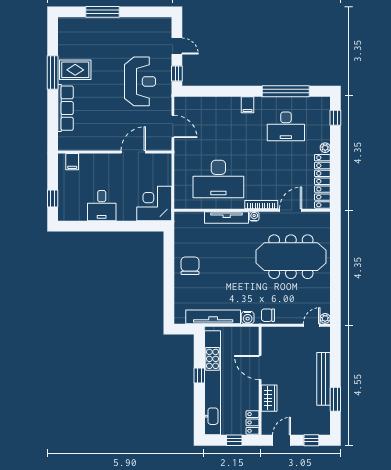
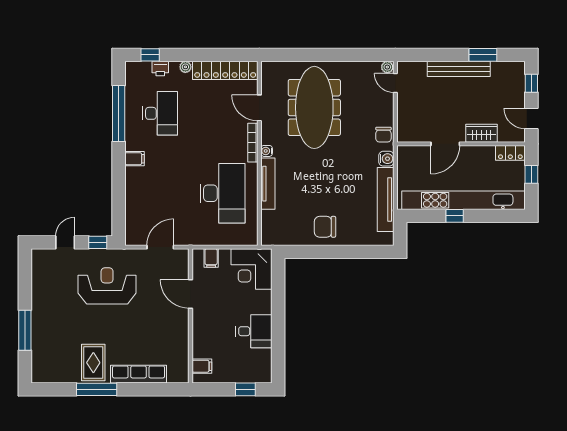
printer: (324, 126) -> (160, 68), added
filing cabinet: (164, 169) -> (211, 258), added

